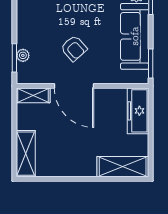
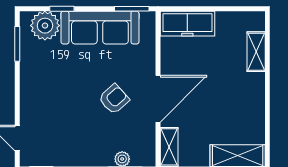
shelving: (123, 167) -> (256, 52), width x0.67, depth x0.75

